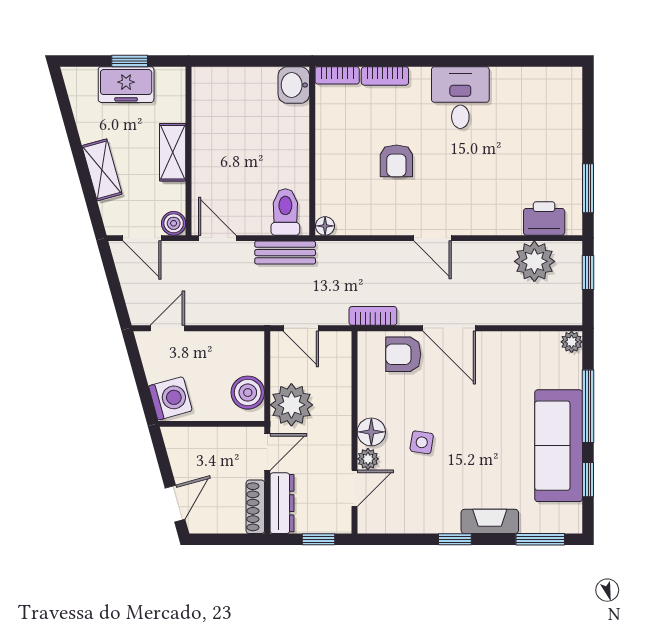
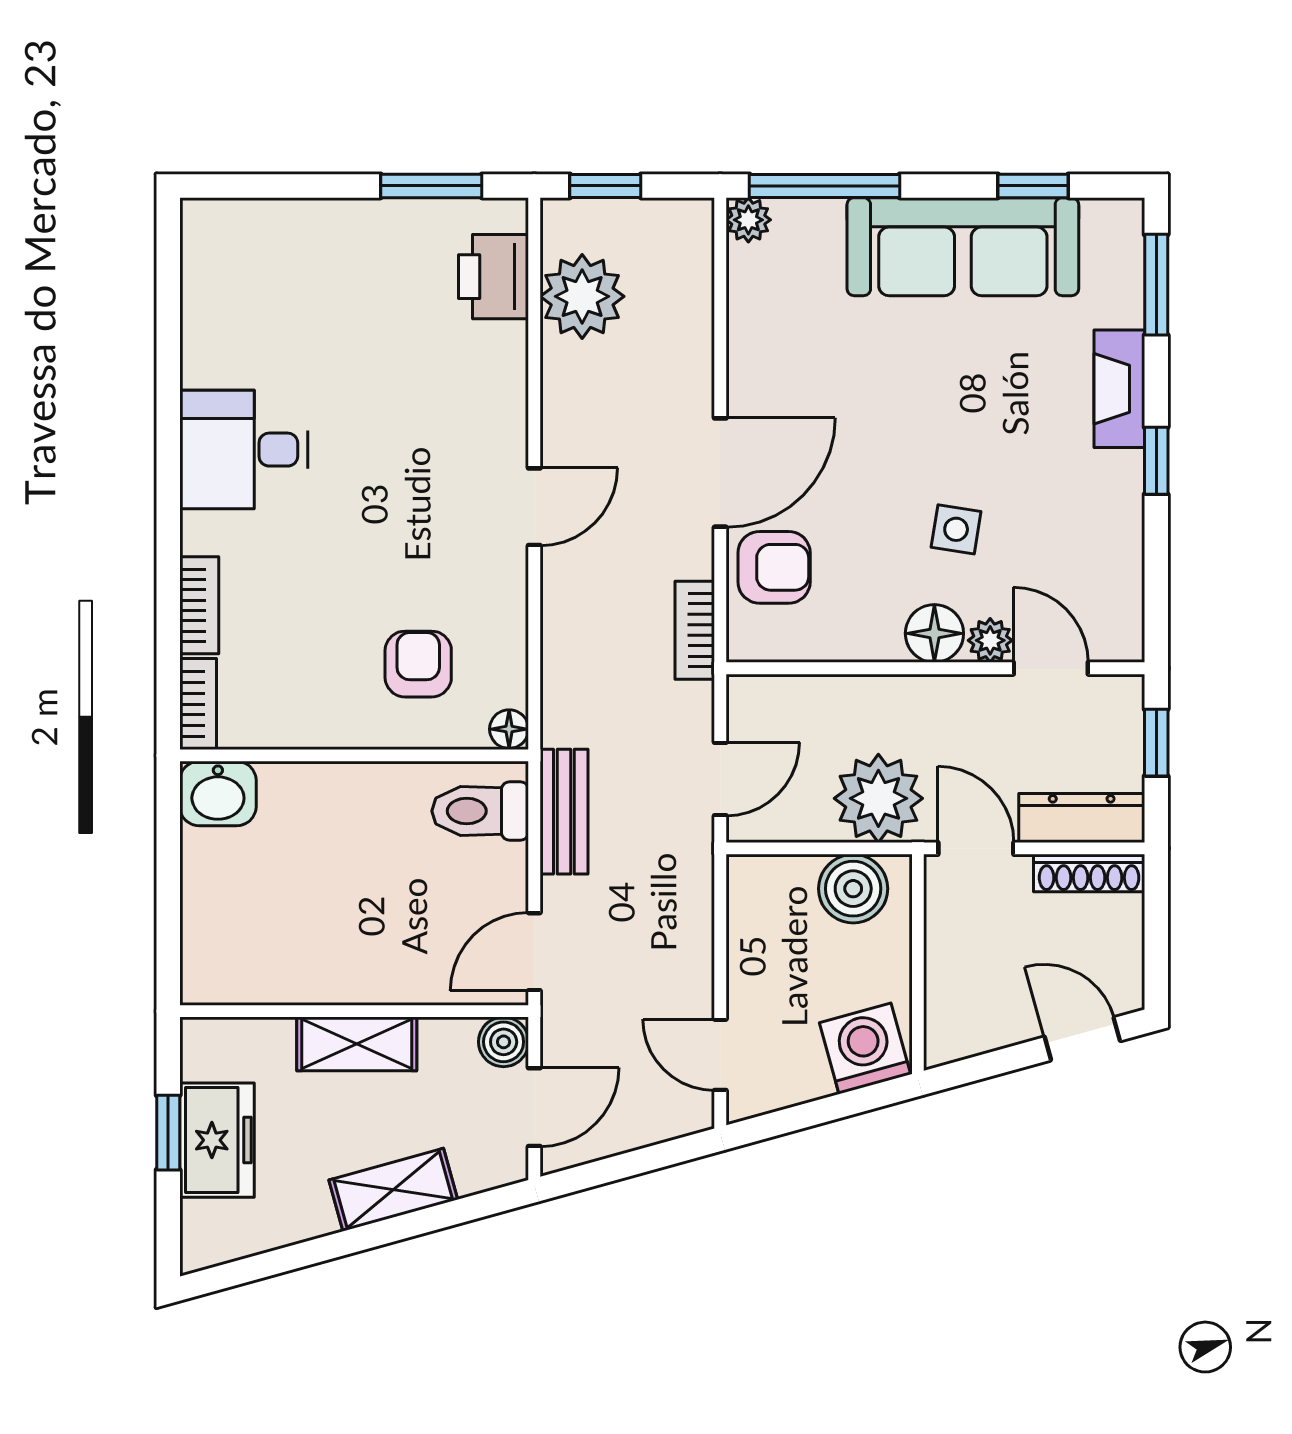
armchair: (396, 161) -> (418, 664), moved, turned -90
armchair: (403, 354) -> (774, 567), turned -90
window: (588, 406) -> (825, 186), moved

